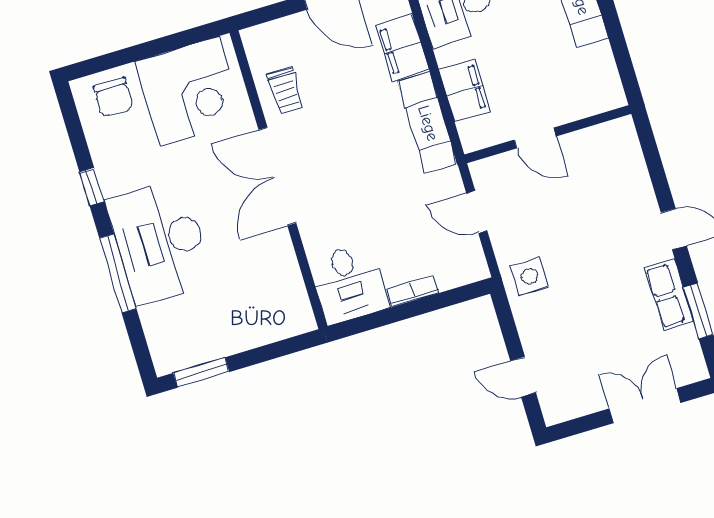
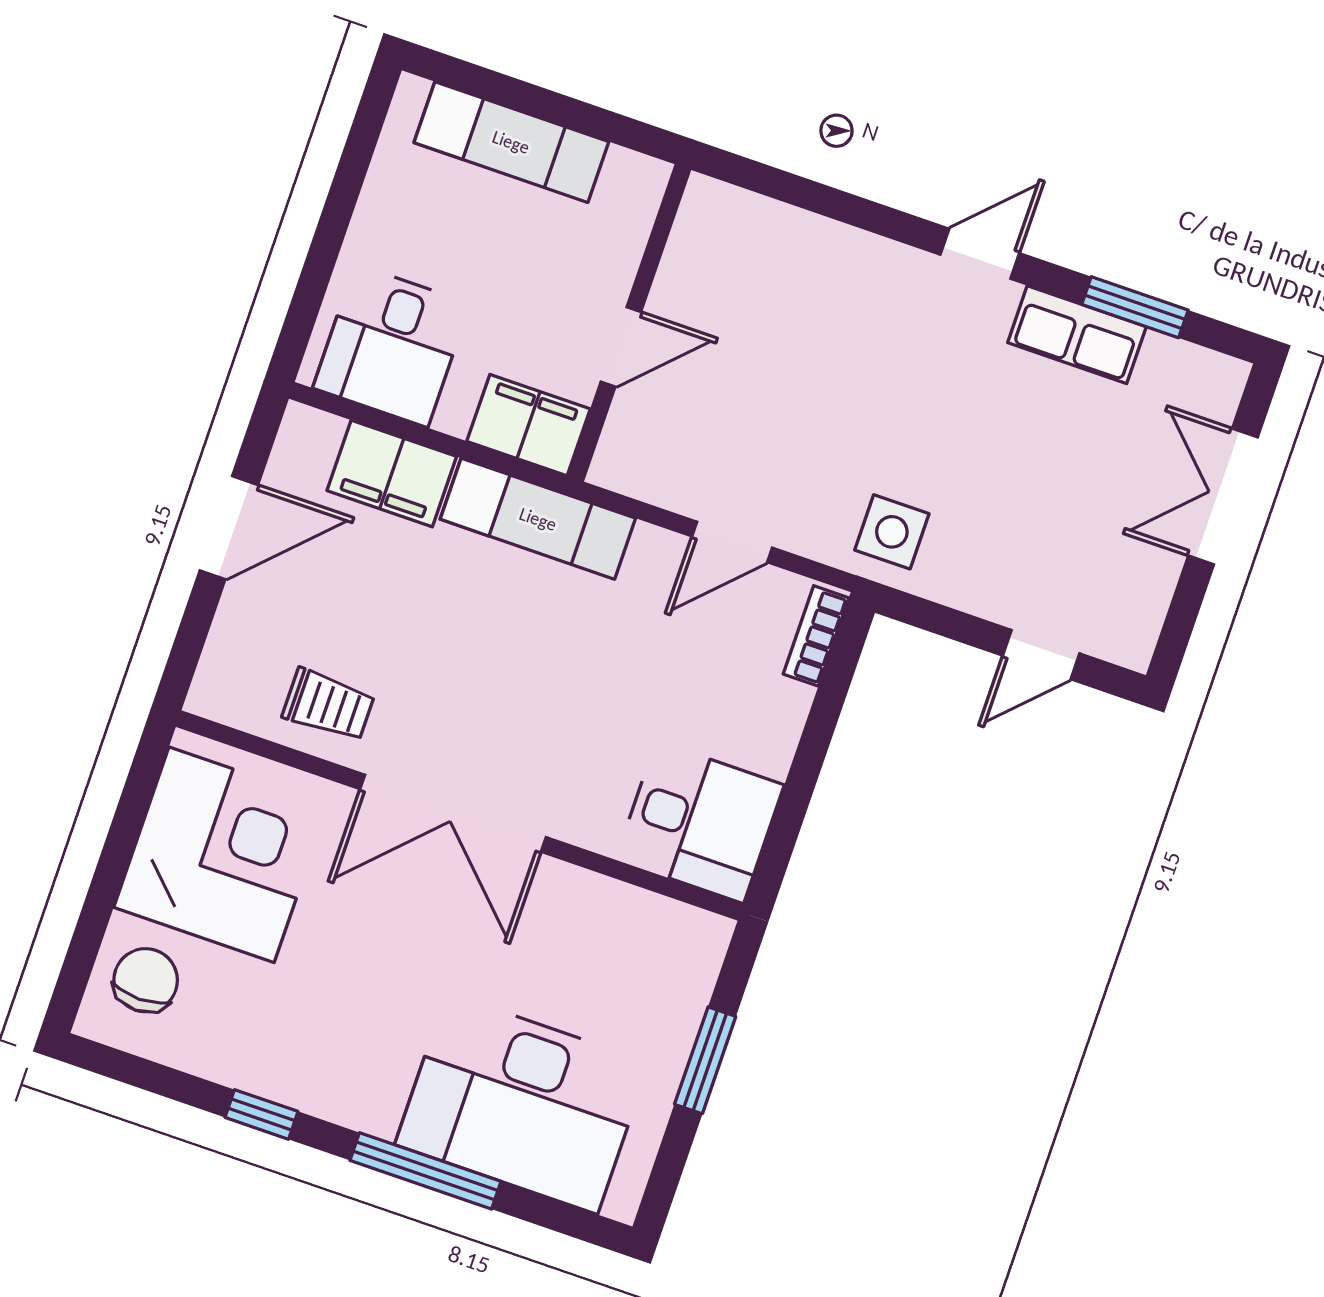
chair: (113, 97) -> (146, 980), turned -90
wall: (548, 134) -> (629, 323), moved
door: (535, 138) -> (621, 347), moved
desk: (160, 242) -> (522, 1103), moved
bookcase: (413, 291) -> (816, 636), moved
window: (201, 372) -> (705, 1060), moved

